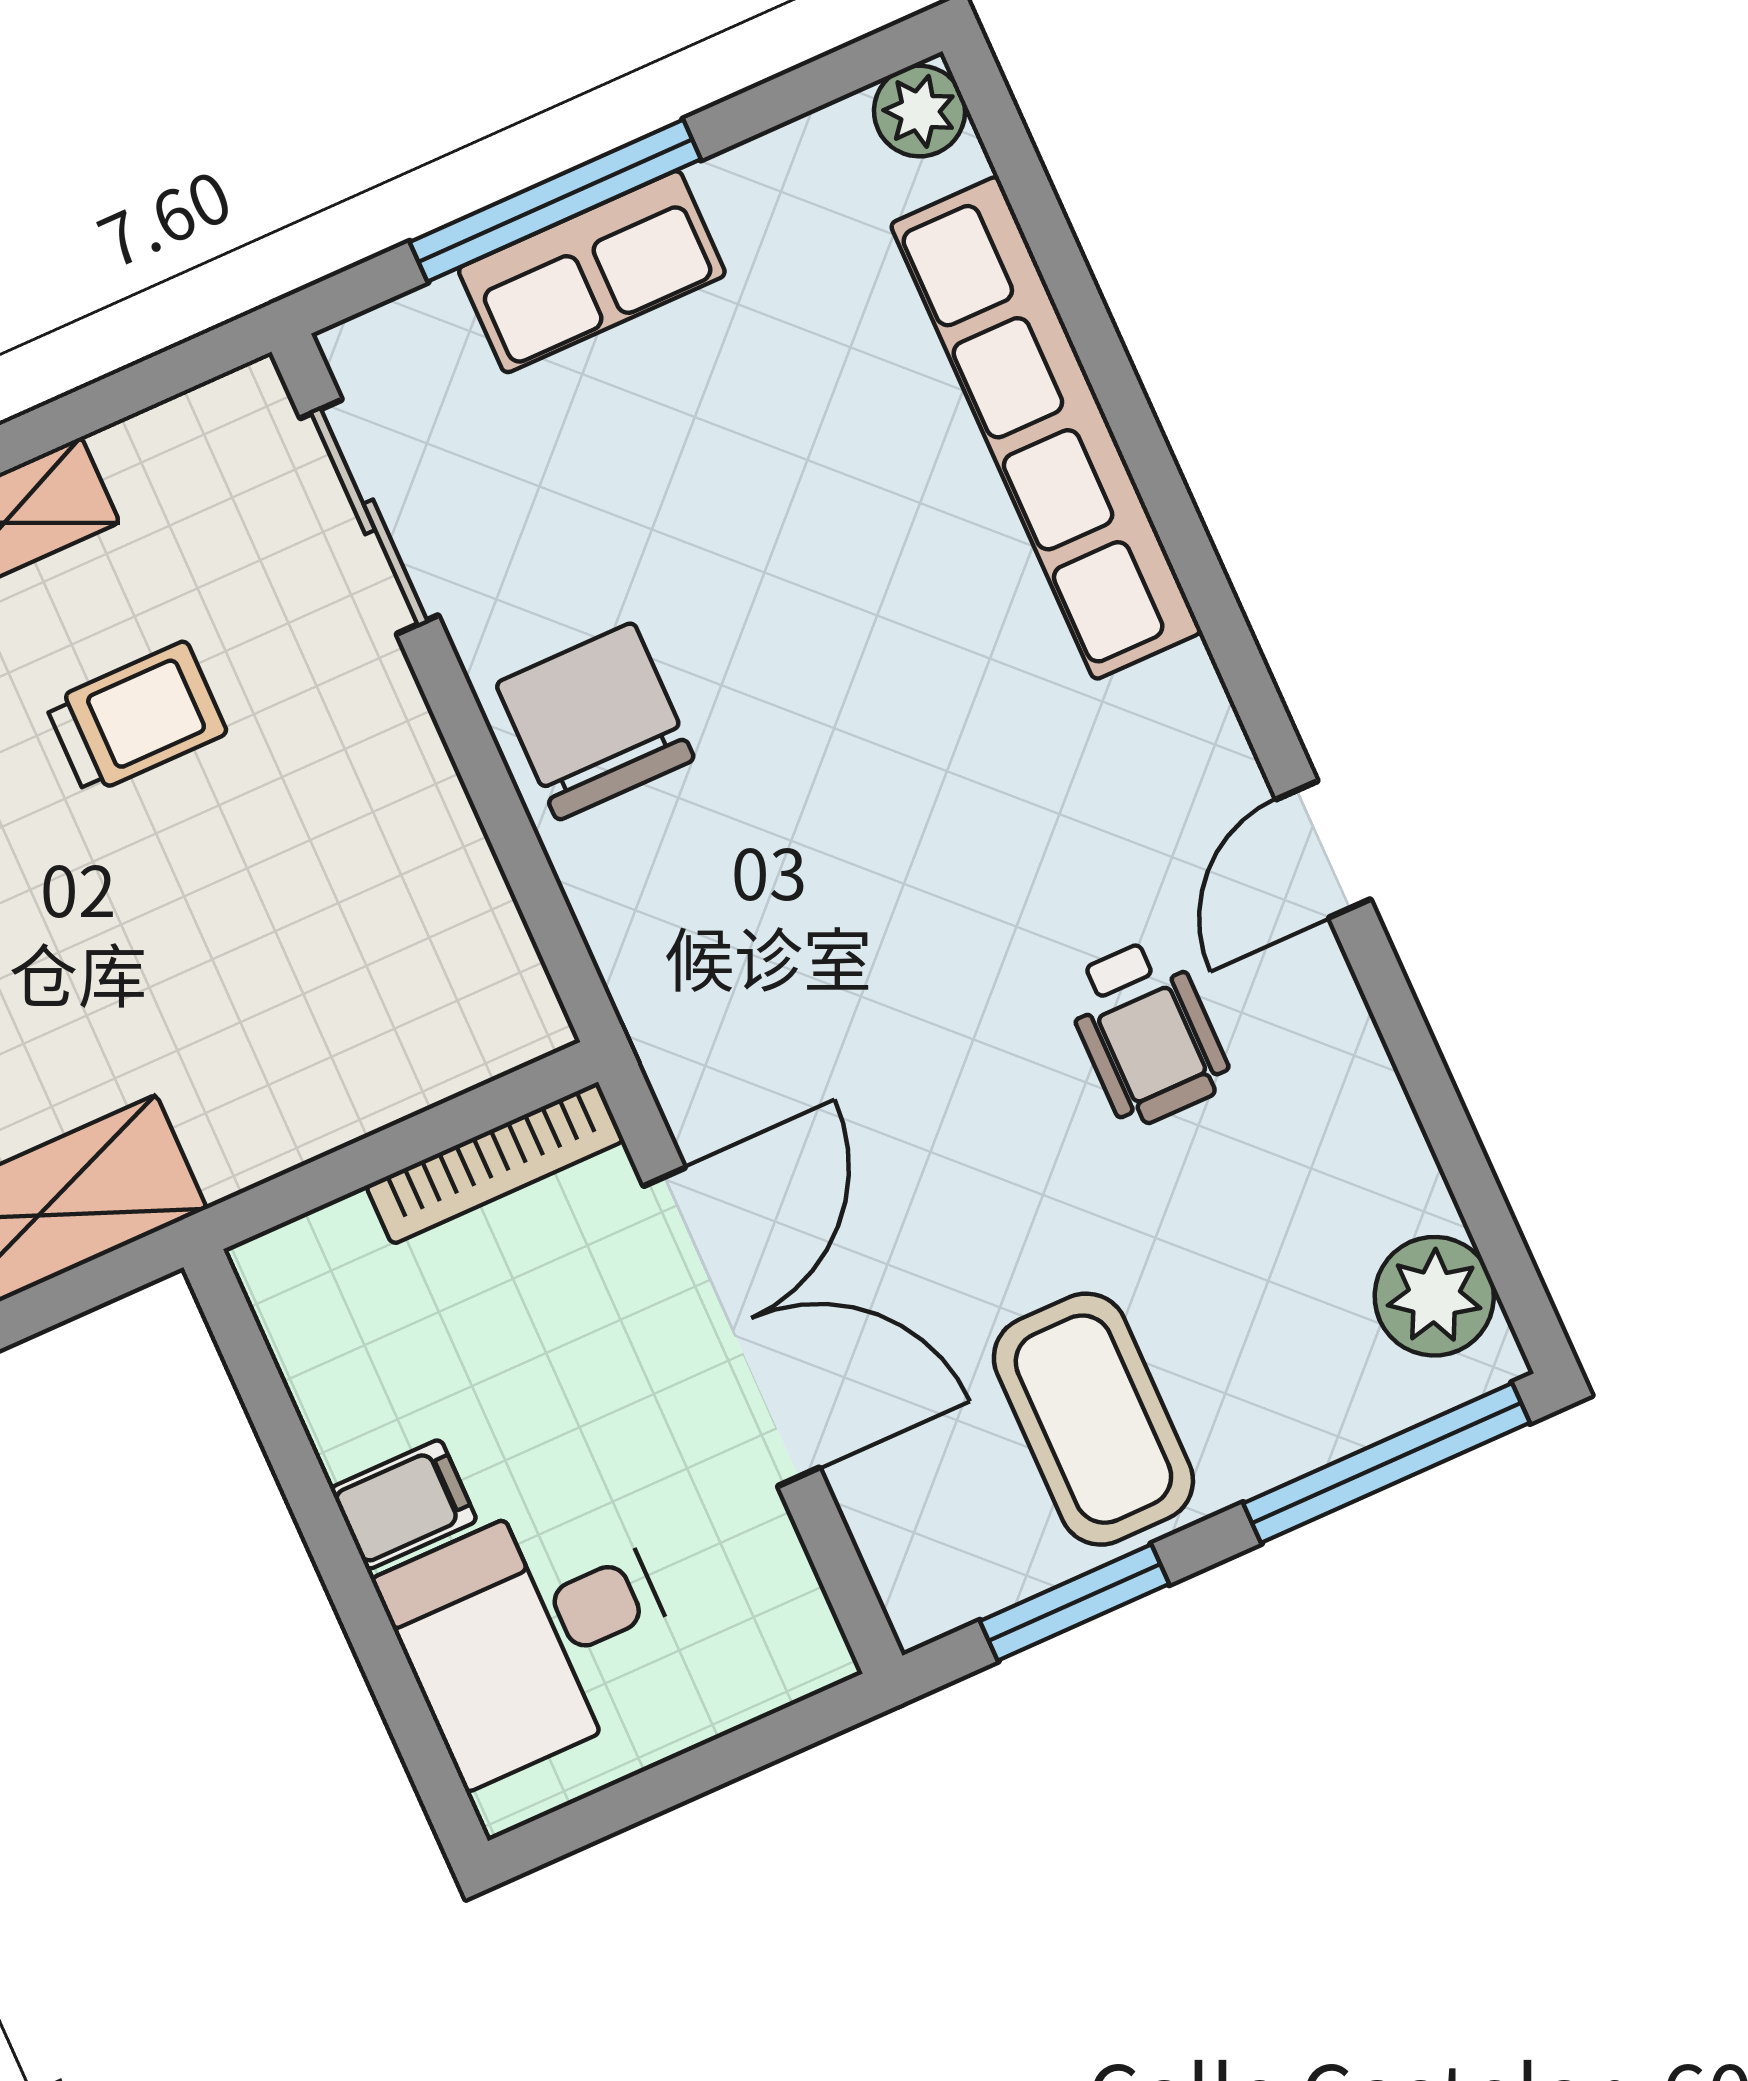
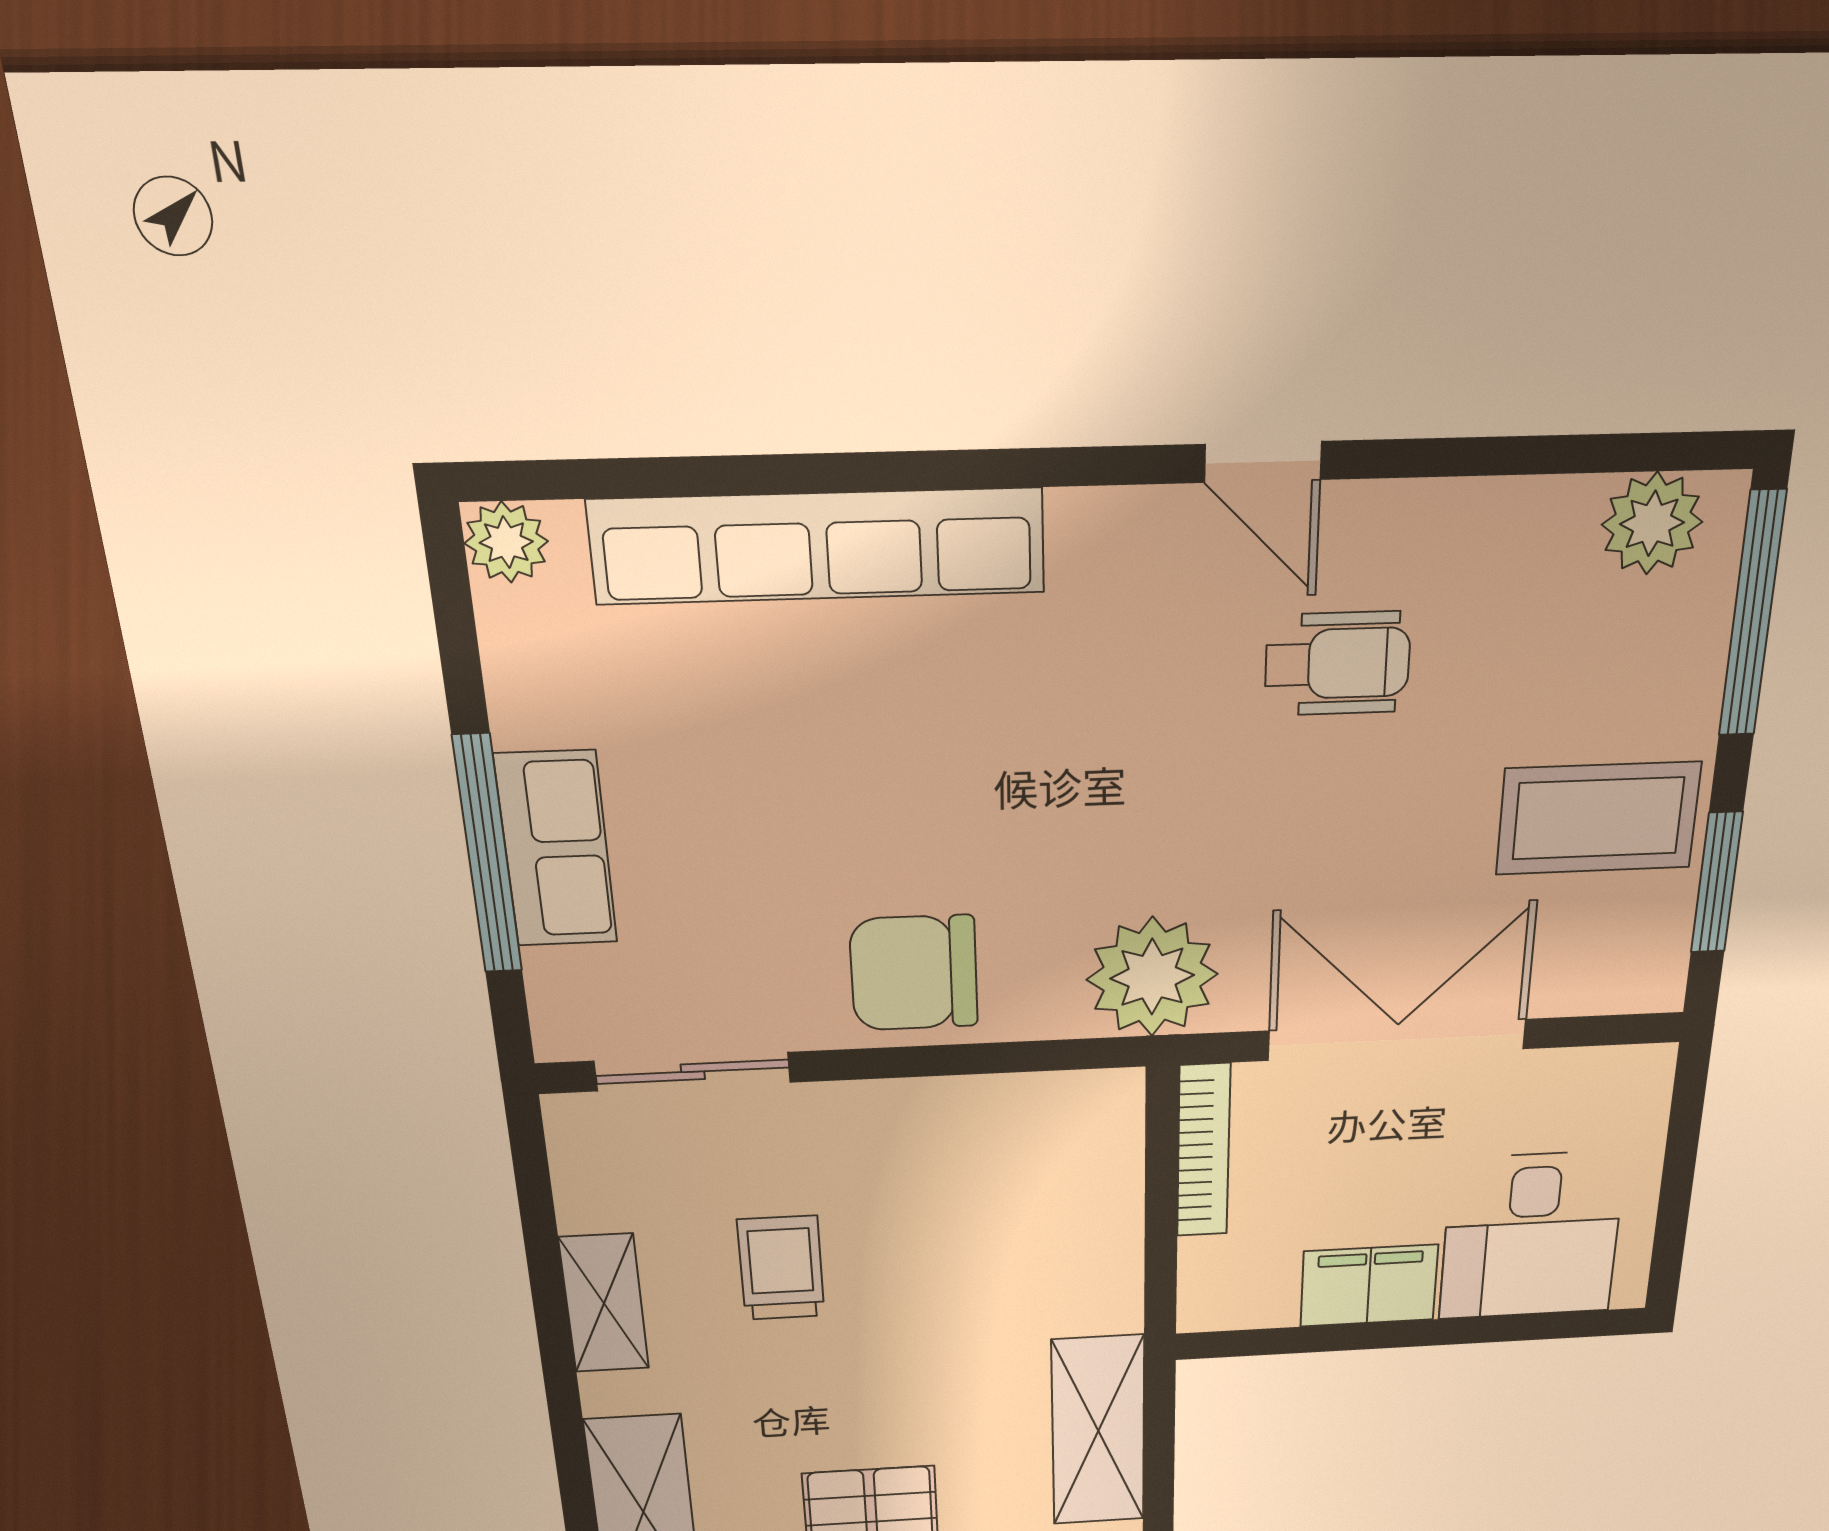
plant: (698, 998) -> (1152, 977), added
filing cabinet: (404, 1504) -> (1369, 1286), width x2.00

